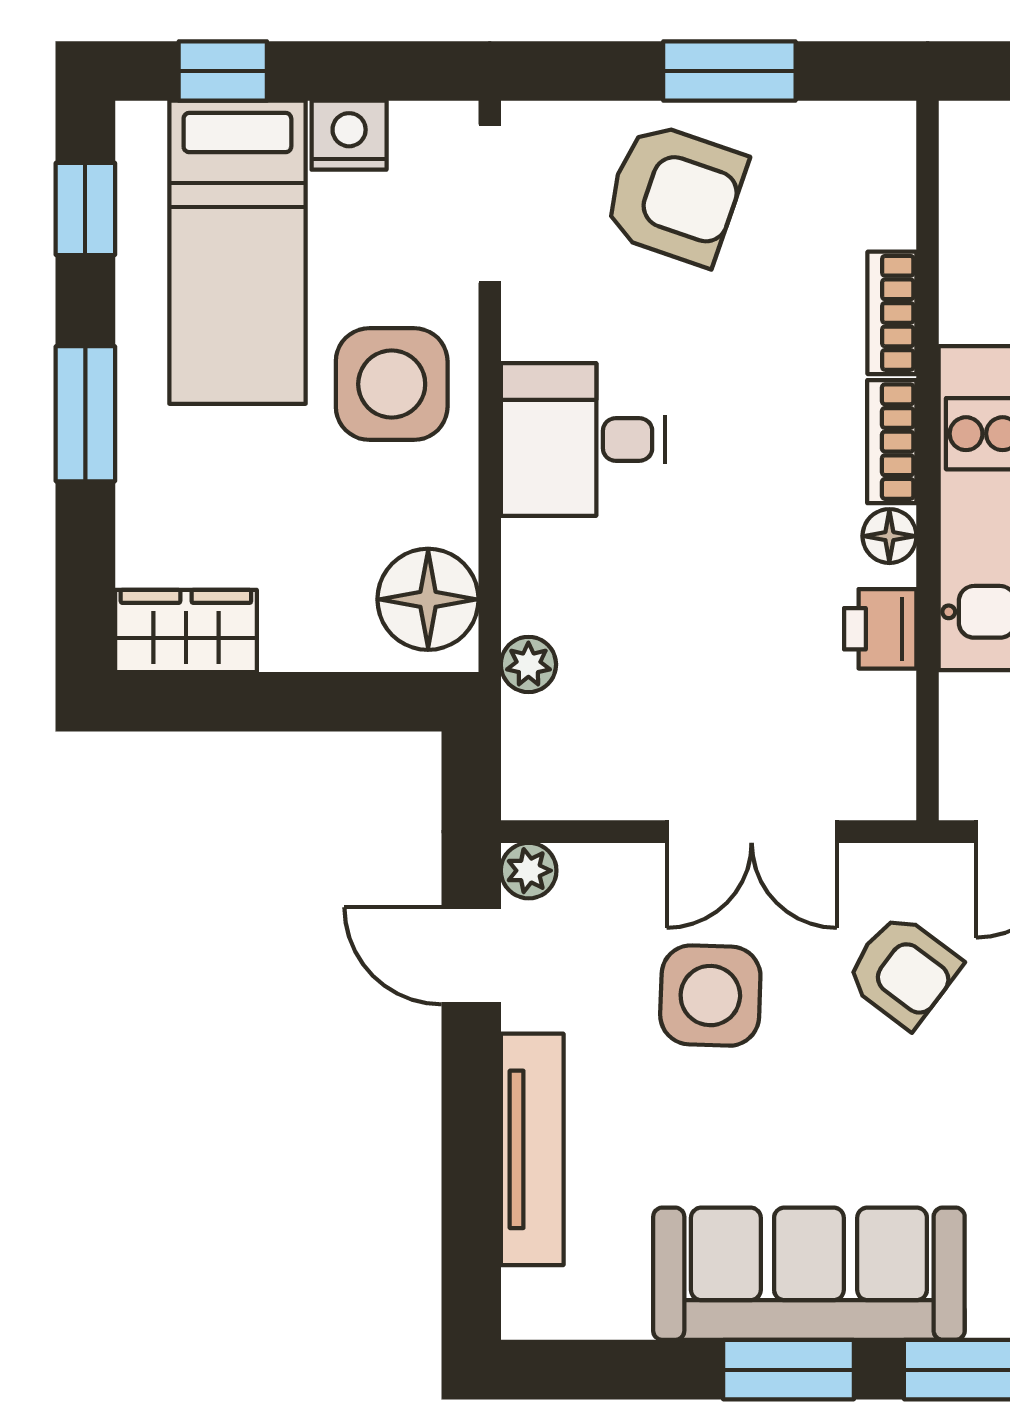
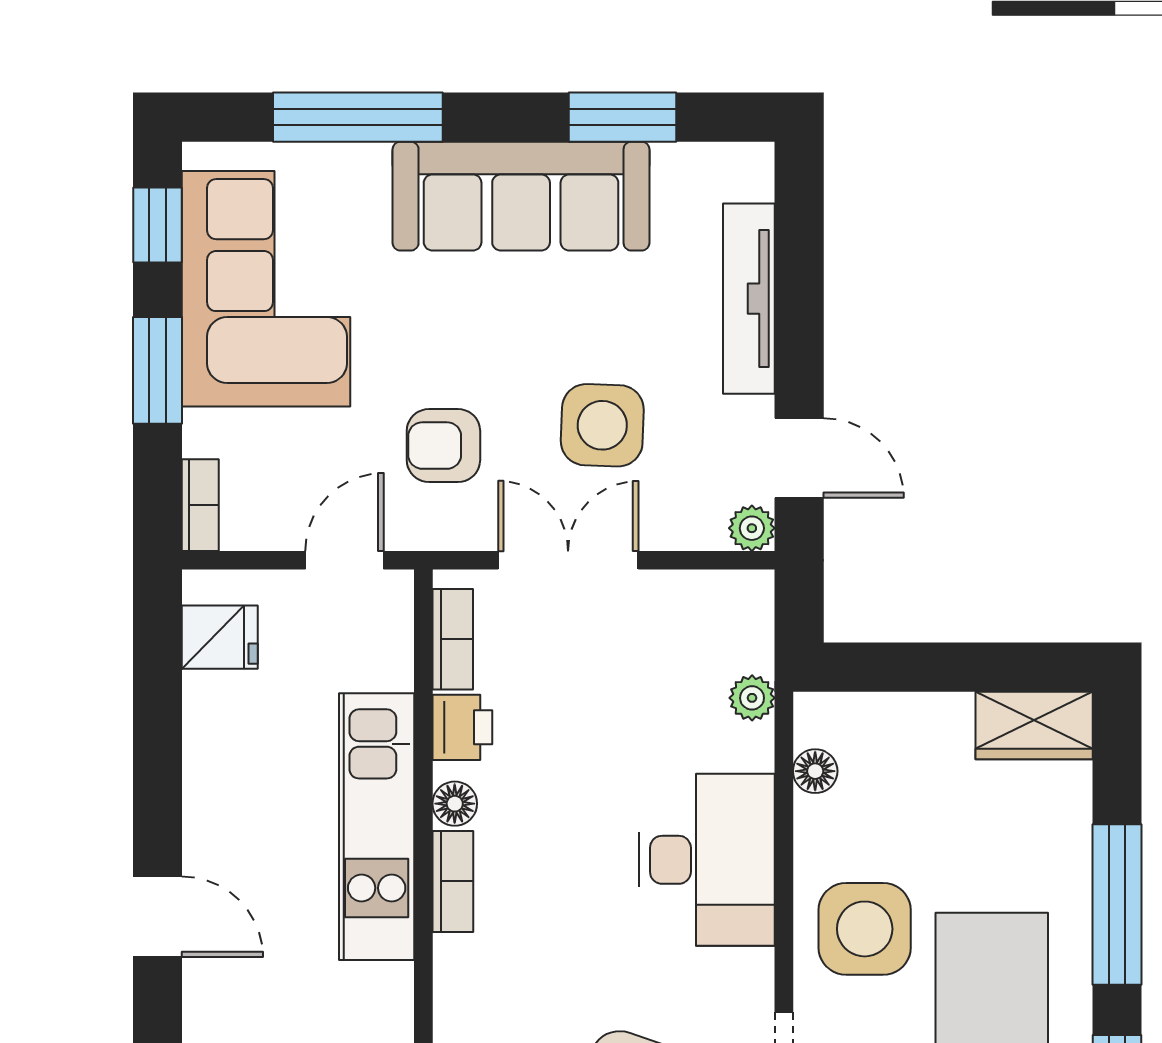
bookcase: (892, 313) -> (453, 639), moved
window: (85, 414) -> (1117, 904), width x1.44
desk: (583, 440) -> (707, 860), width x1.37
floor lamp: (428, 599) -> (815, 771), width x0.53, depth x0.53
armchair: (903, 971) -> (443, 446), turned -37
window: (788, 1370) -> (623, 117), moved

